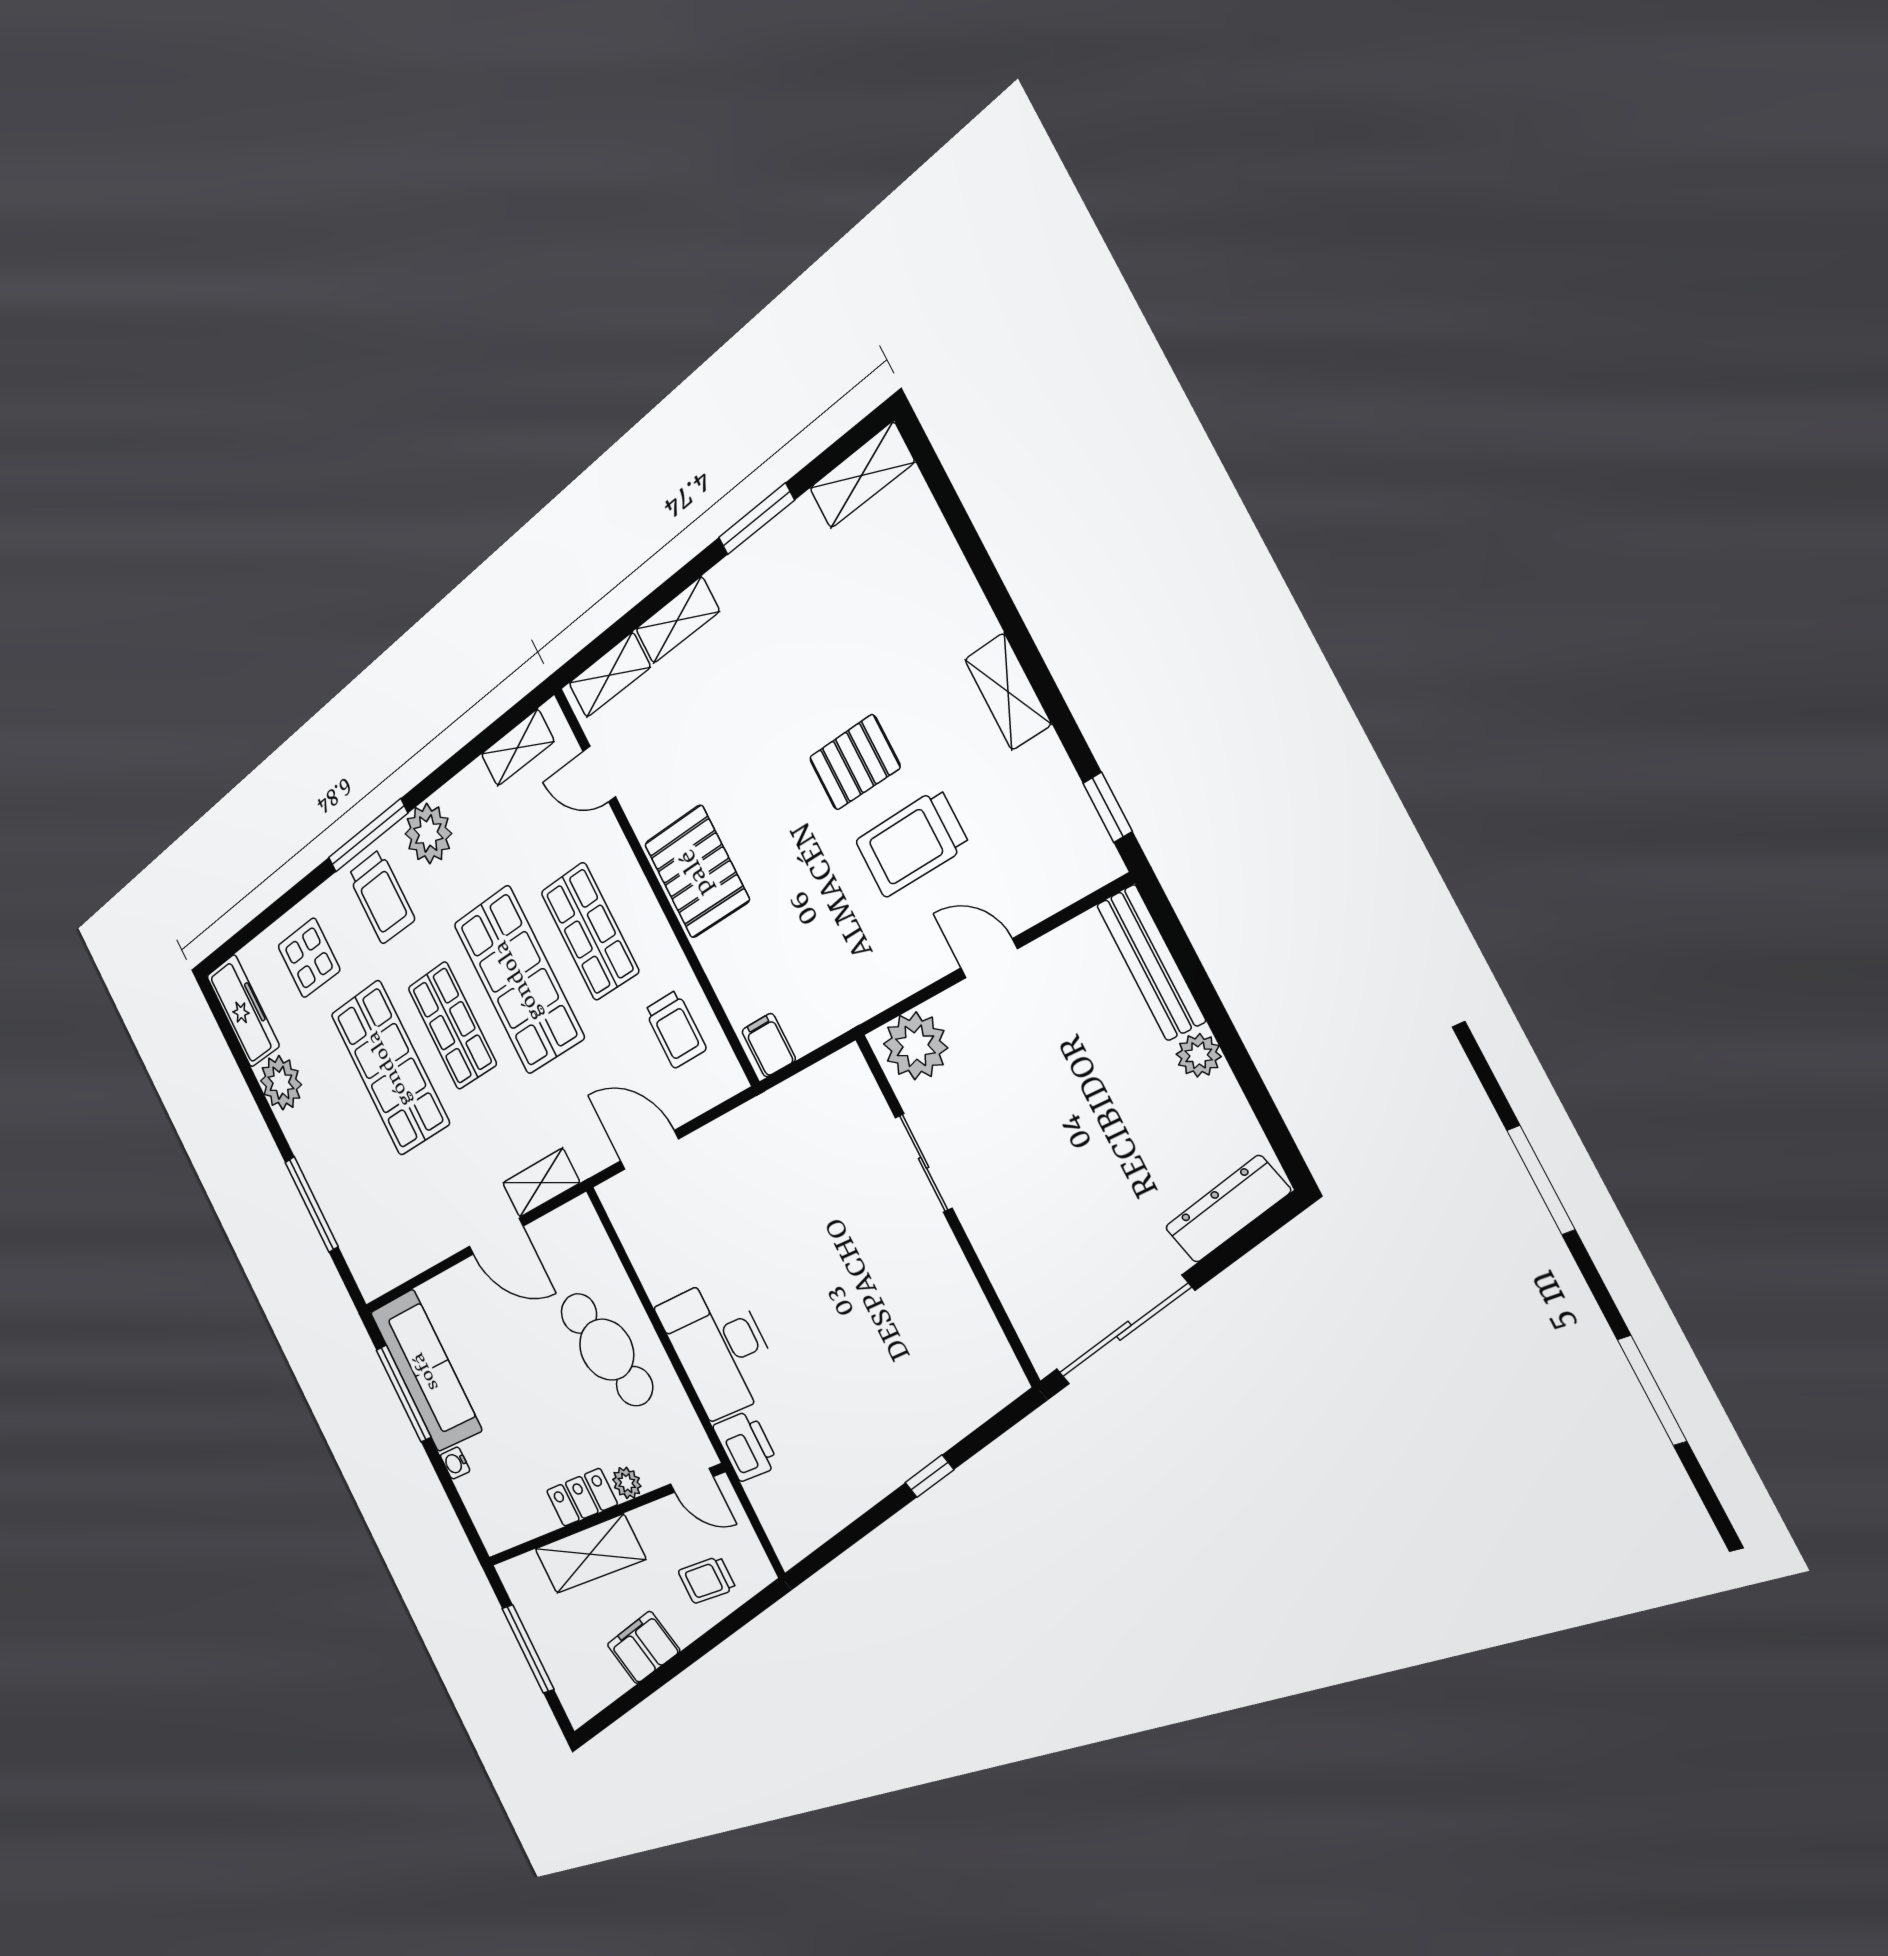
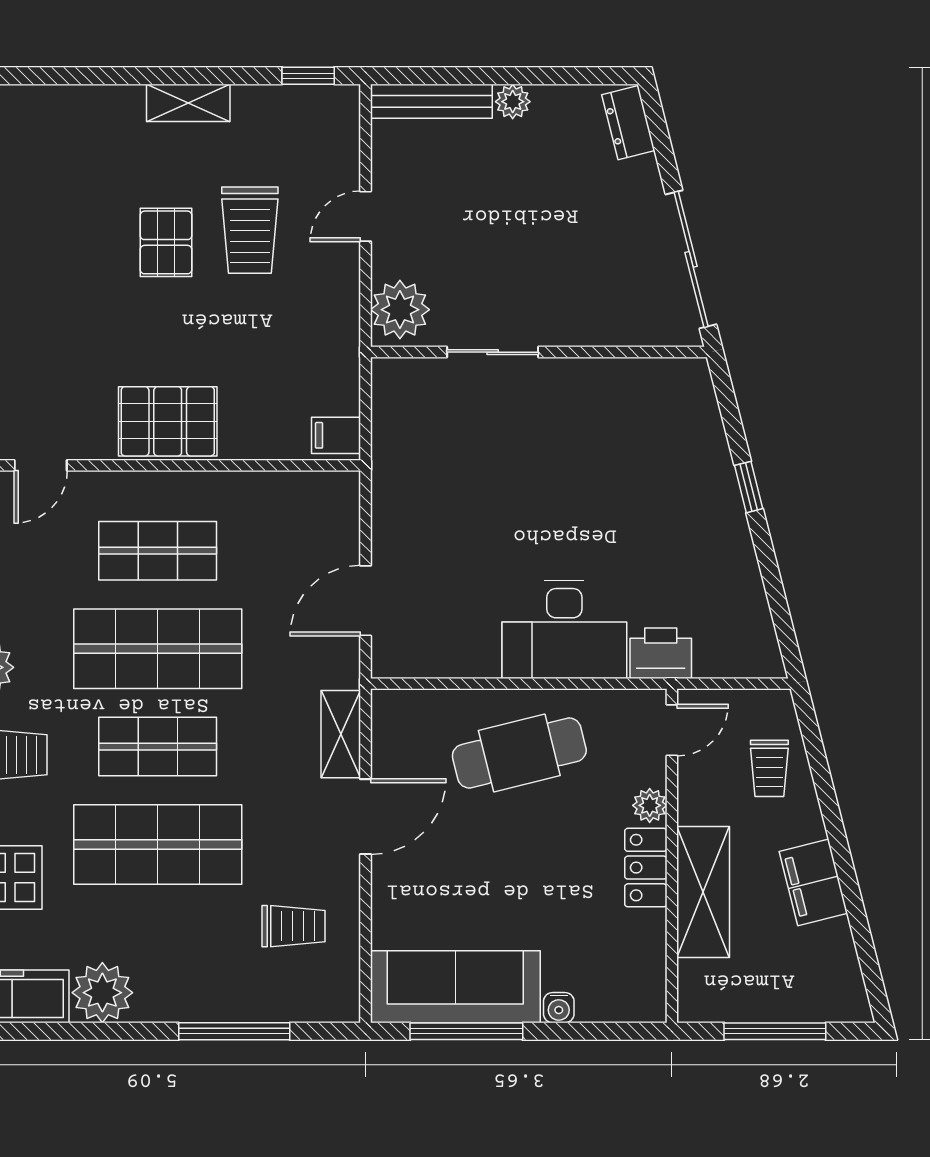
trolley: (675, 1029) -> (294, 926), moved
dresser: (1227, 1209) -> (628, 123), width x0.70

